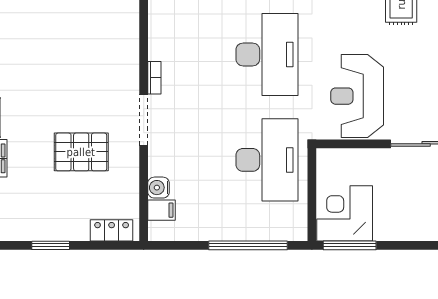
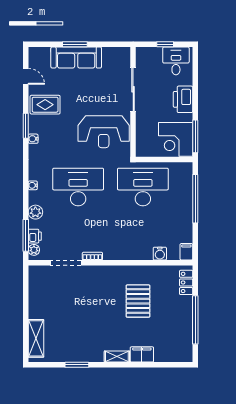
doorway: (144, 120) -> (66, 263), moved
filing cabinet: (161, 210) -> (186, 252), moved
printer: (410, 225) -> (183, 99), added
window: (51, 245) -> (195, 320), width x2.11

